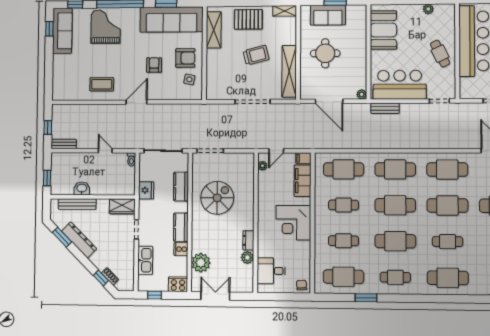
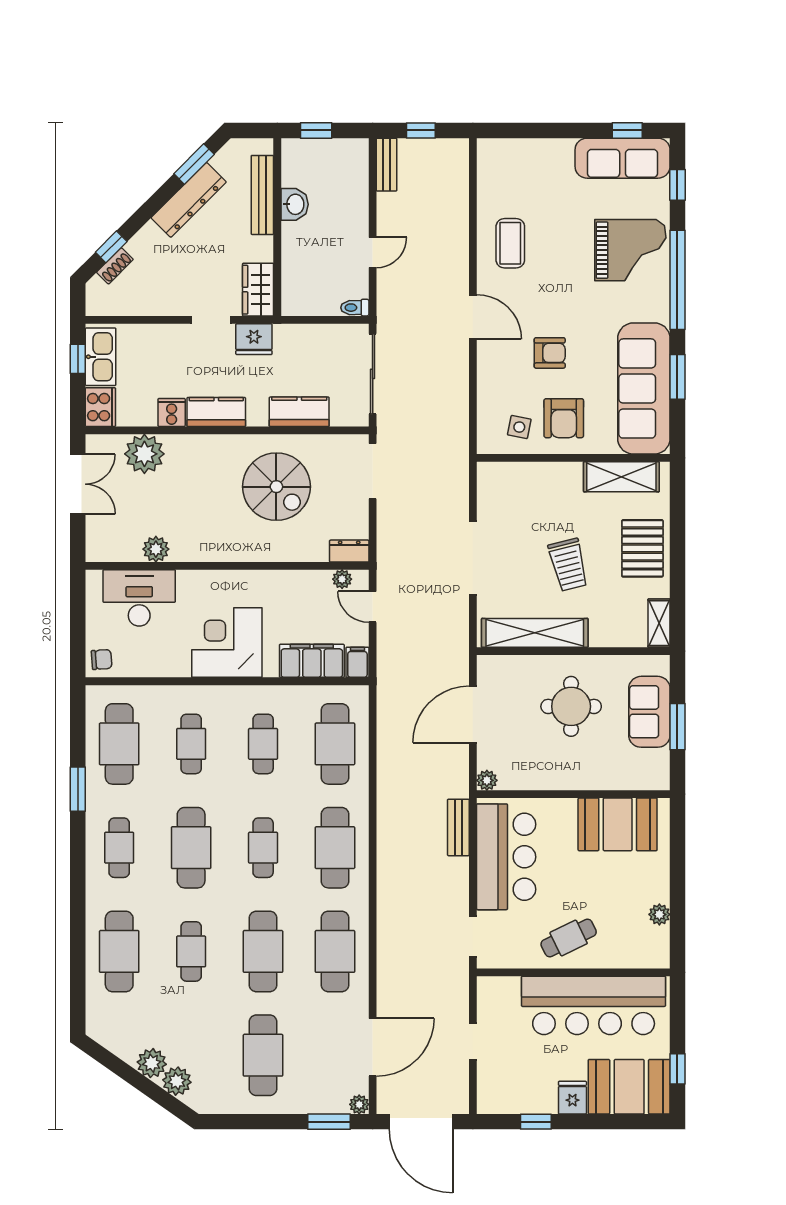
fridge: (146, 190) -> (254, 339), moved
cafe table: (395, 205) -> (263, 848), width x0.73, depth x0.74
dresser: (248, 240) -> (349, 551), moved
kitchen sink: (145, 260) -> (101, 357), moved, turned -90
desk: (271, 271) -> (139, 598), width x1.37

